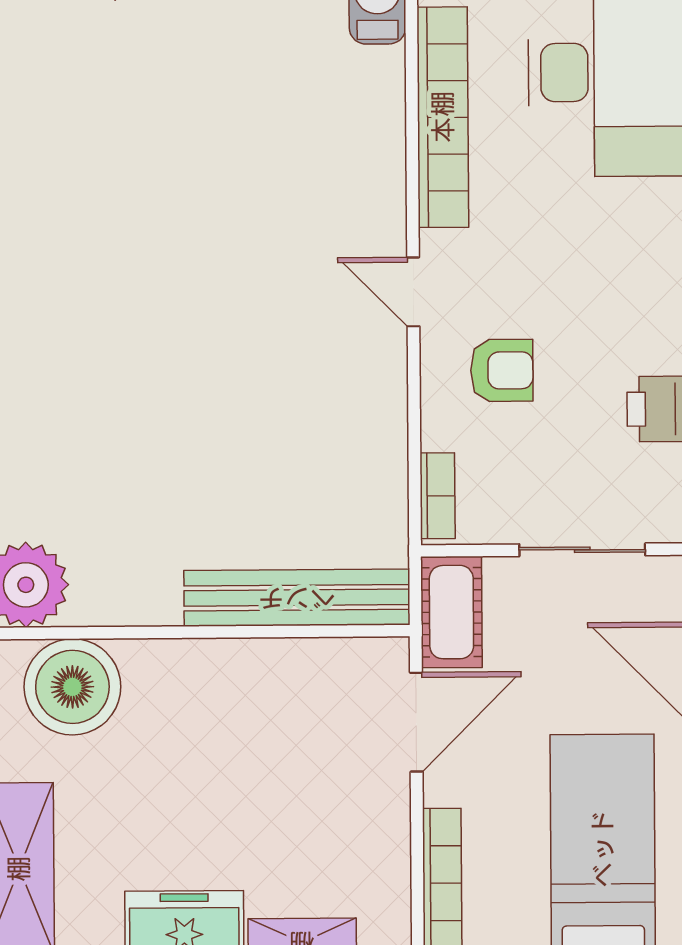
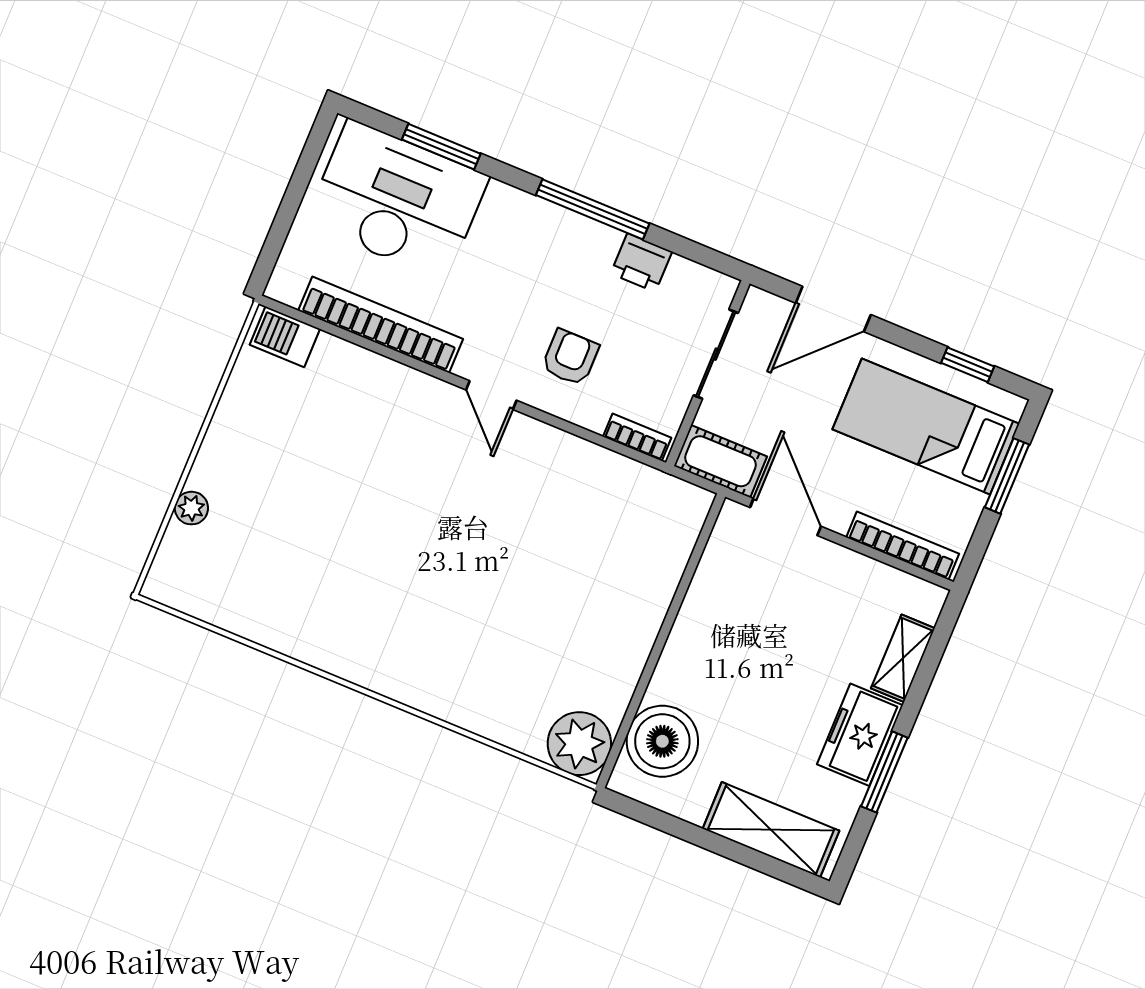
door: (413, 292) -> (491, 395), hinge flipped
bench: (297, 598) -> (666, 562), removed

